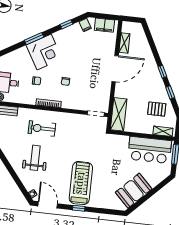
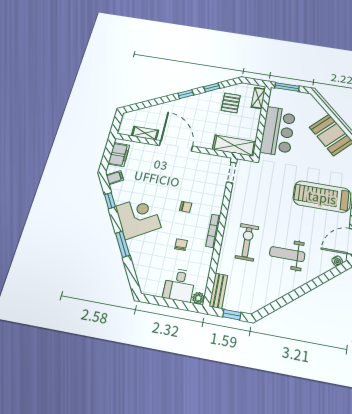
corner desk: (44, 52) -> (138, 217), moved
exercise bike: (42, 128) -> (247, 242), turned 180
bar counter: (150, 150) -> (278, 131), moved

